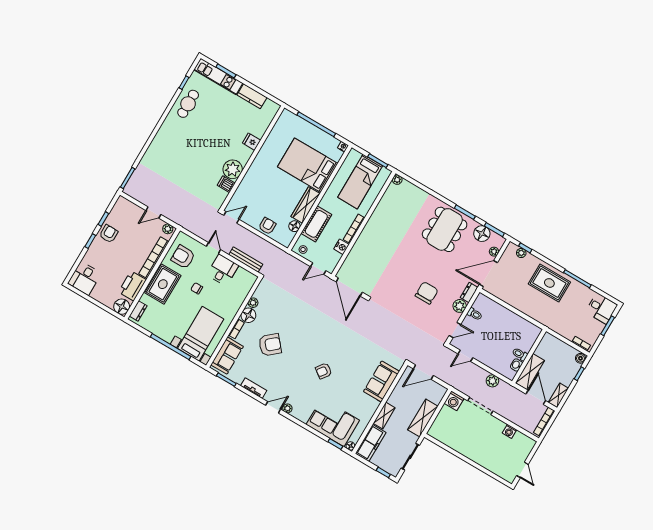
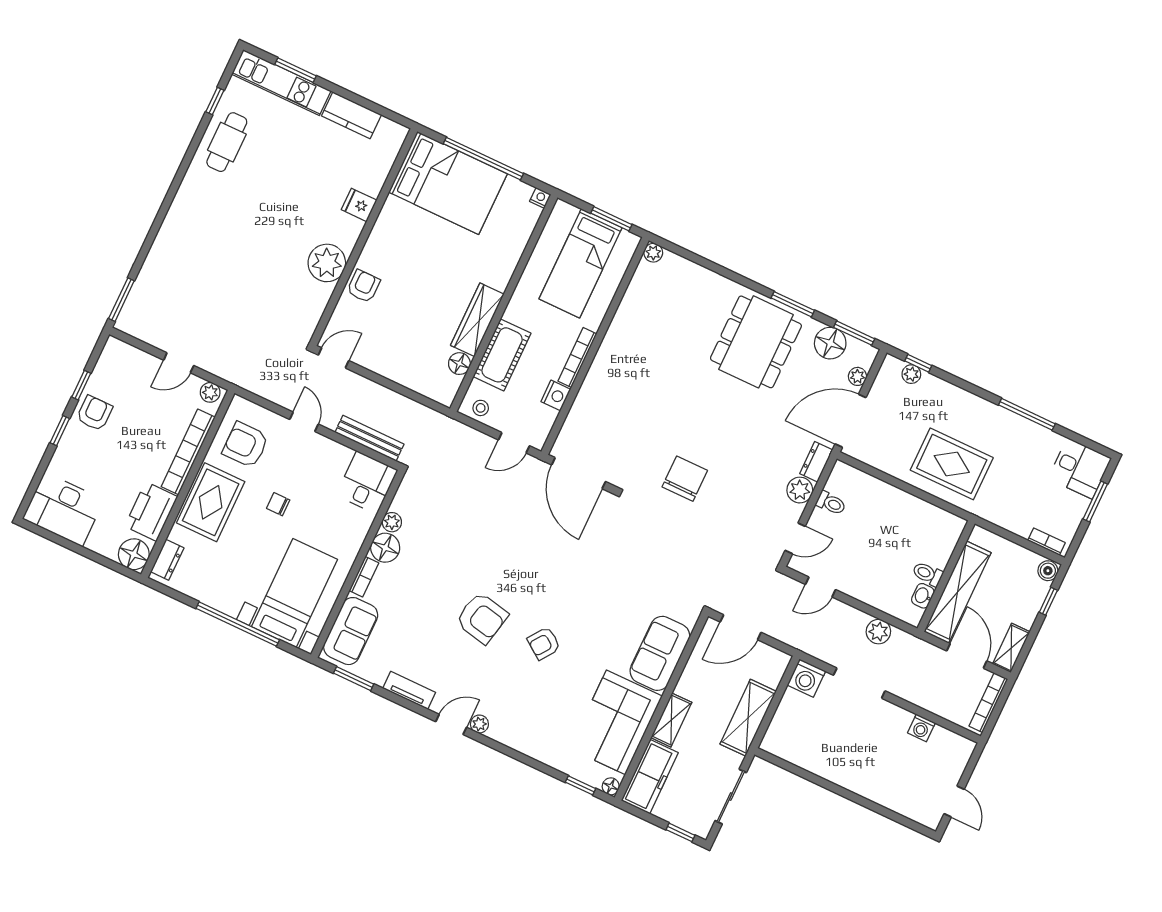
bed: (308, 165) -> (448, 183), moved, turned 180
dishwasher: (226, 184) -> (317, 294), removed
armchair: (267, 226) -> (363, 286), moved
desk: (223, 270) -> (367, 483), moved
desk: (85, 278) -> (63, 509), width x1.37
rug: (549, 283) -> (952, 464), moved
chair: (427, 293) -> (685, 479), moved
armchair: (270, 345) -> (482, 618), moved, turned 53
shelving: (530, 372) -> (957, 592), width x1.47
corner sofa: (333, 422) -> (616, 722), moved, turned -90

